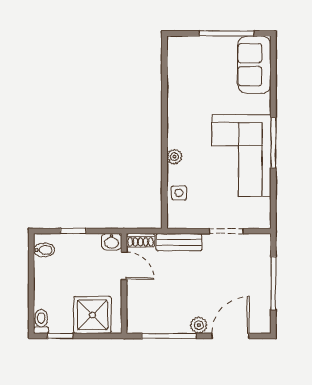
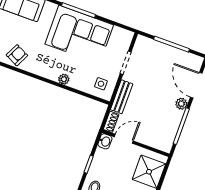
armchair: (184, 83) -> (17, 55), added
side table: (179, 193) -> (101, 84), moved

